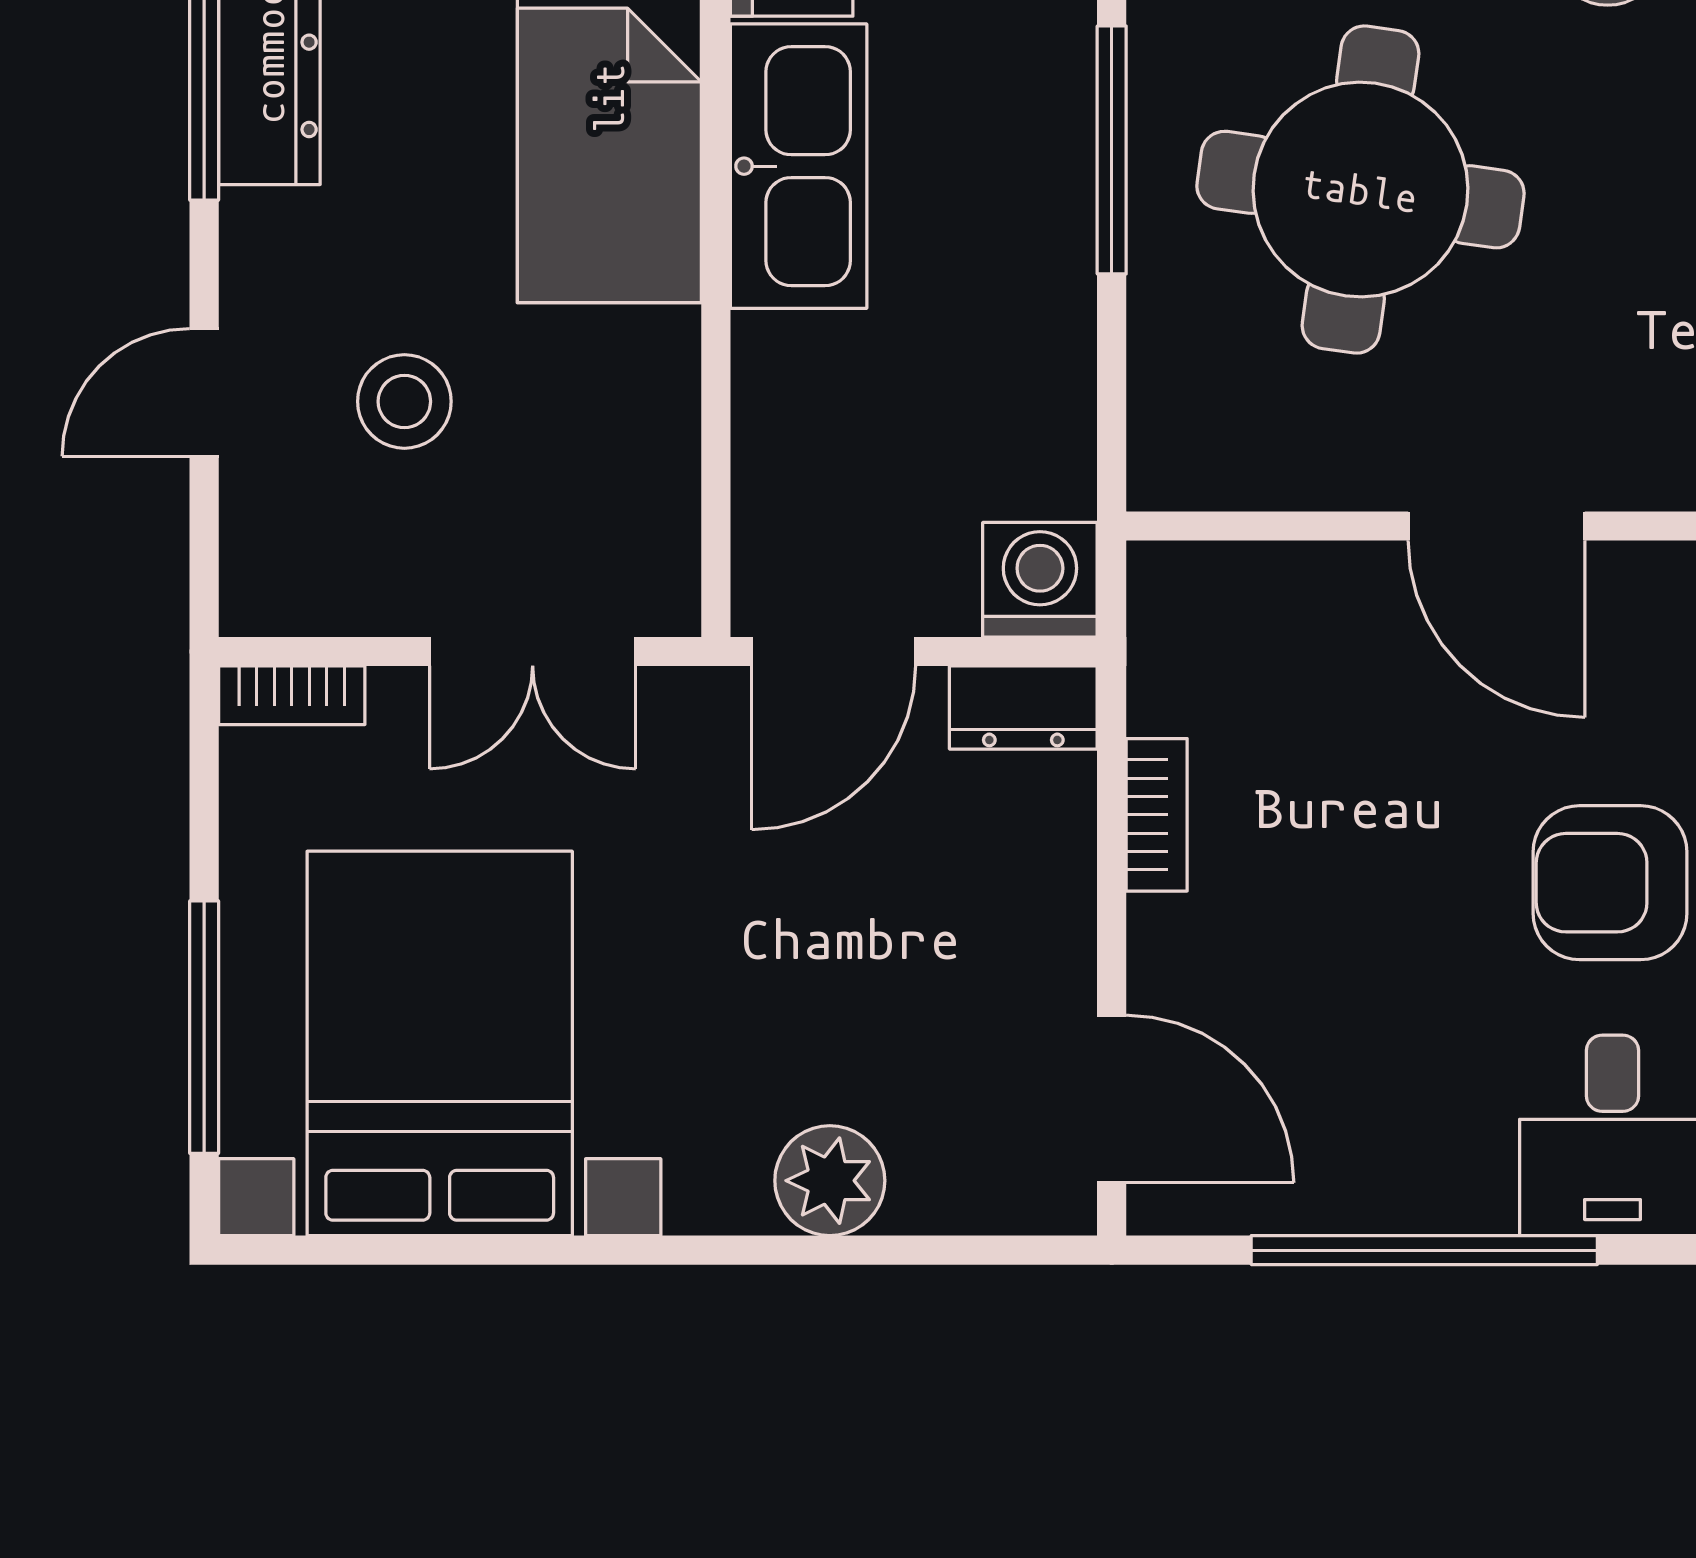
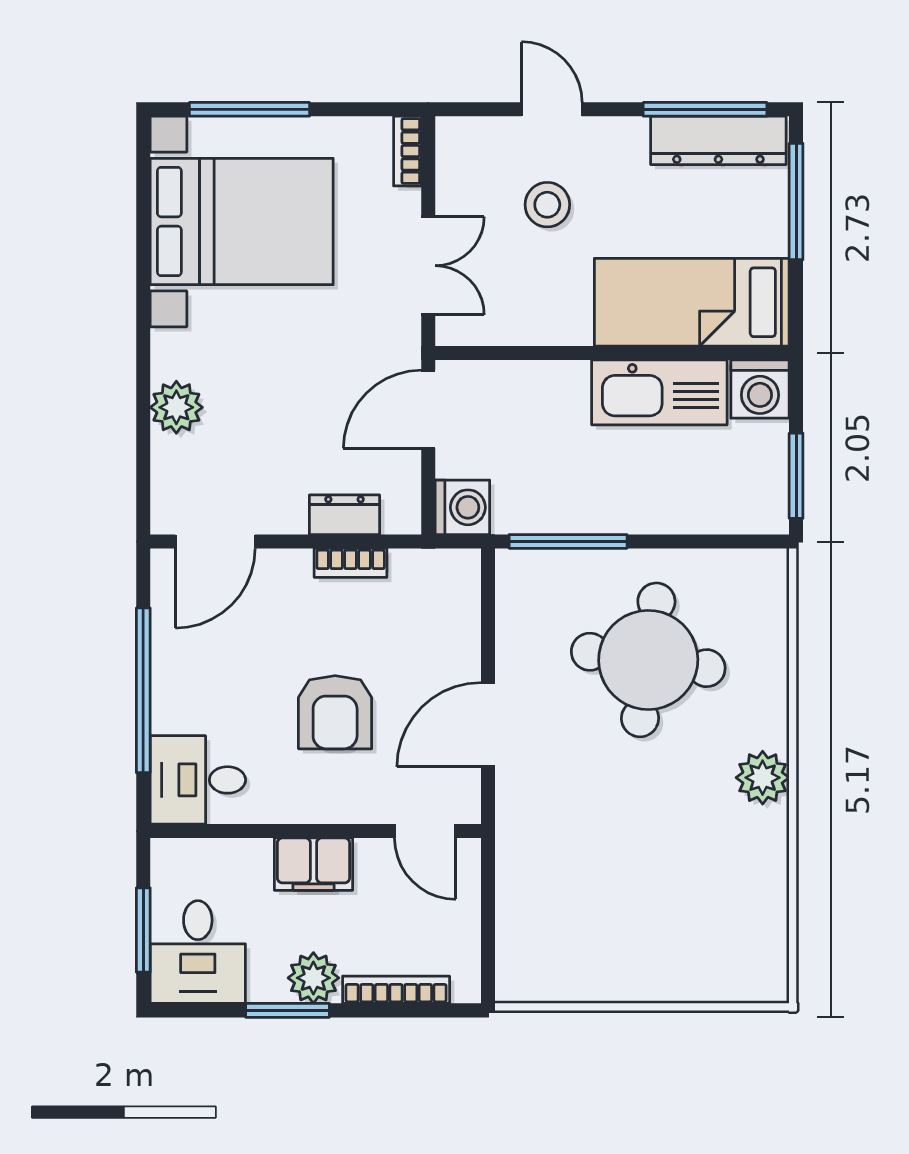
window: (1112, 150) -> (568, 541), moved
double door: (533, 652) -> (428, 266), swing flipped
door: (834, 652) -> (428, 409), hinge flipped
dresser: (1023, 708) -> (345, 515), moved, turned 90
armchair: (1610, 883) -> (335, 712), moved, turned 180

